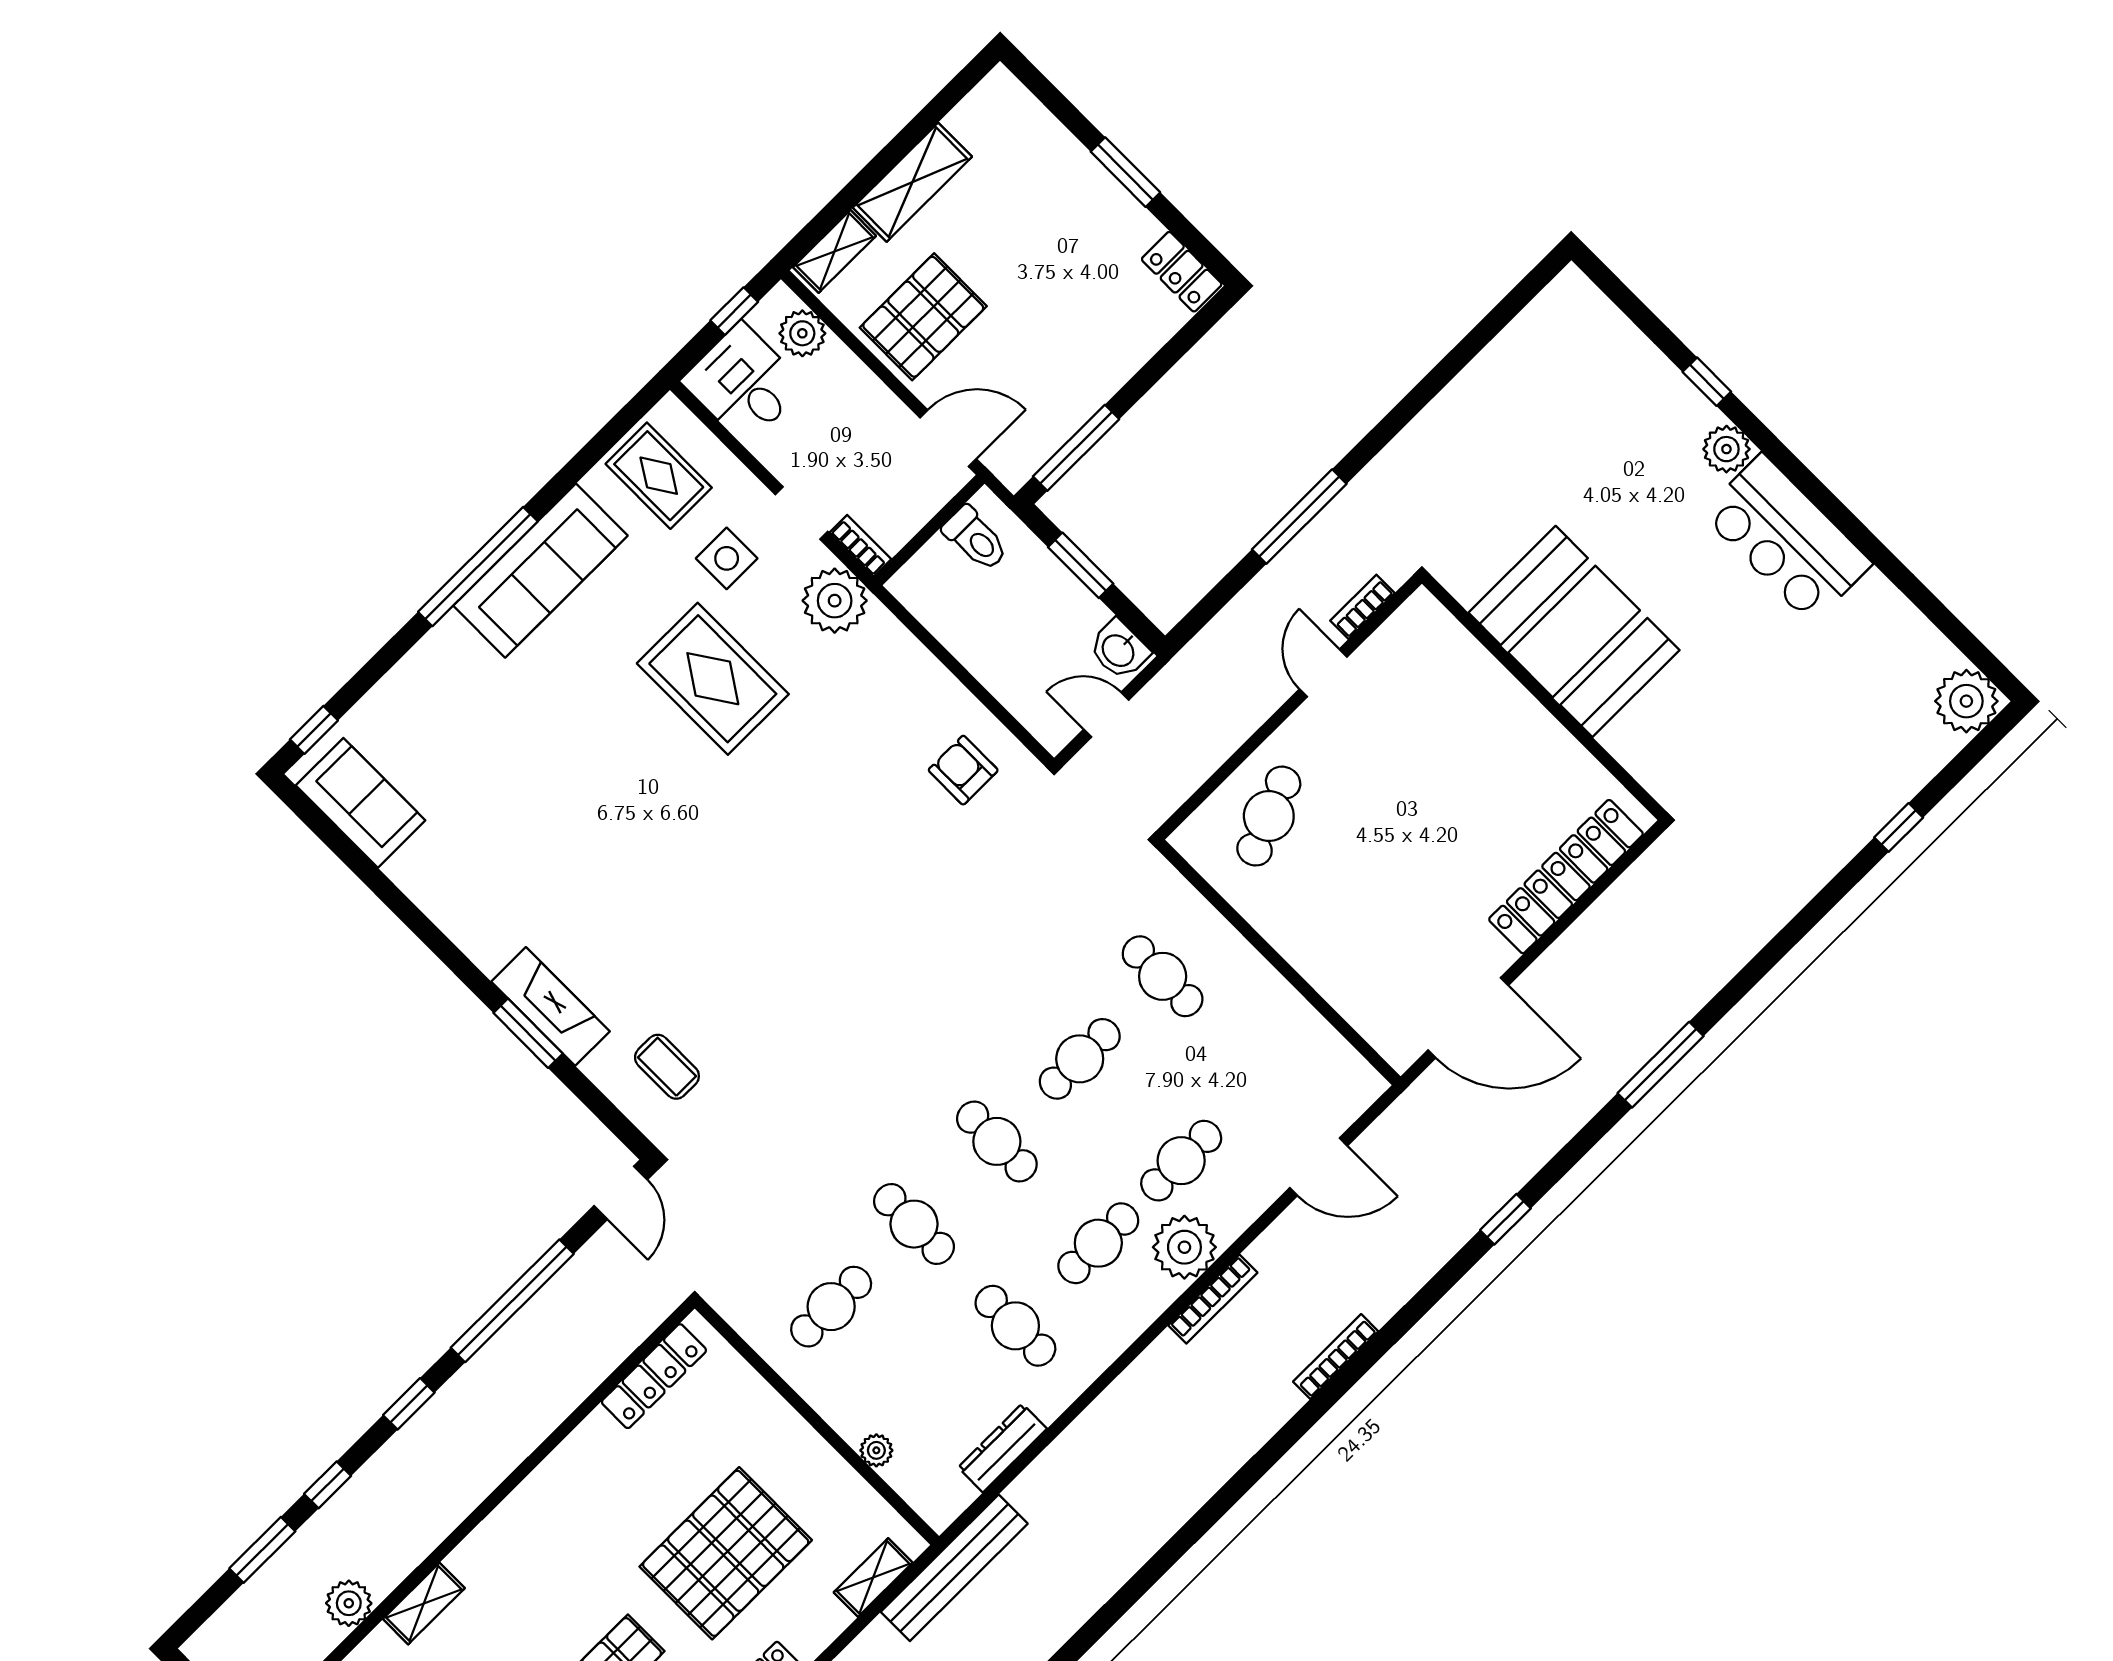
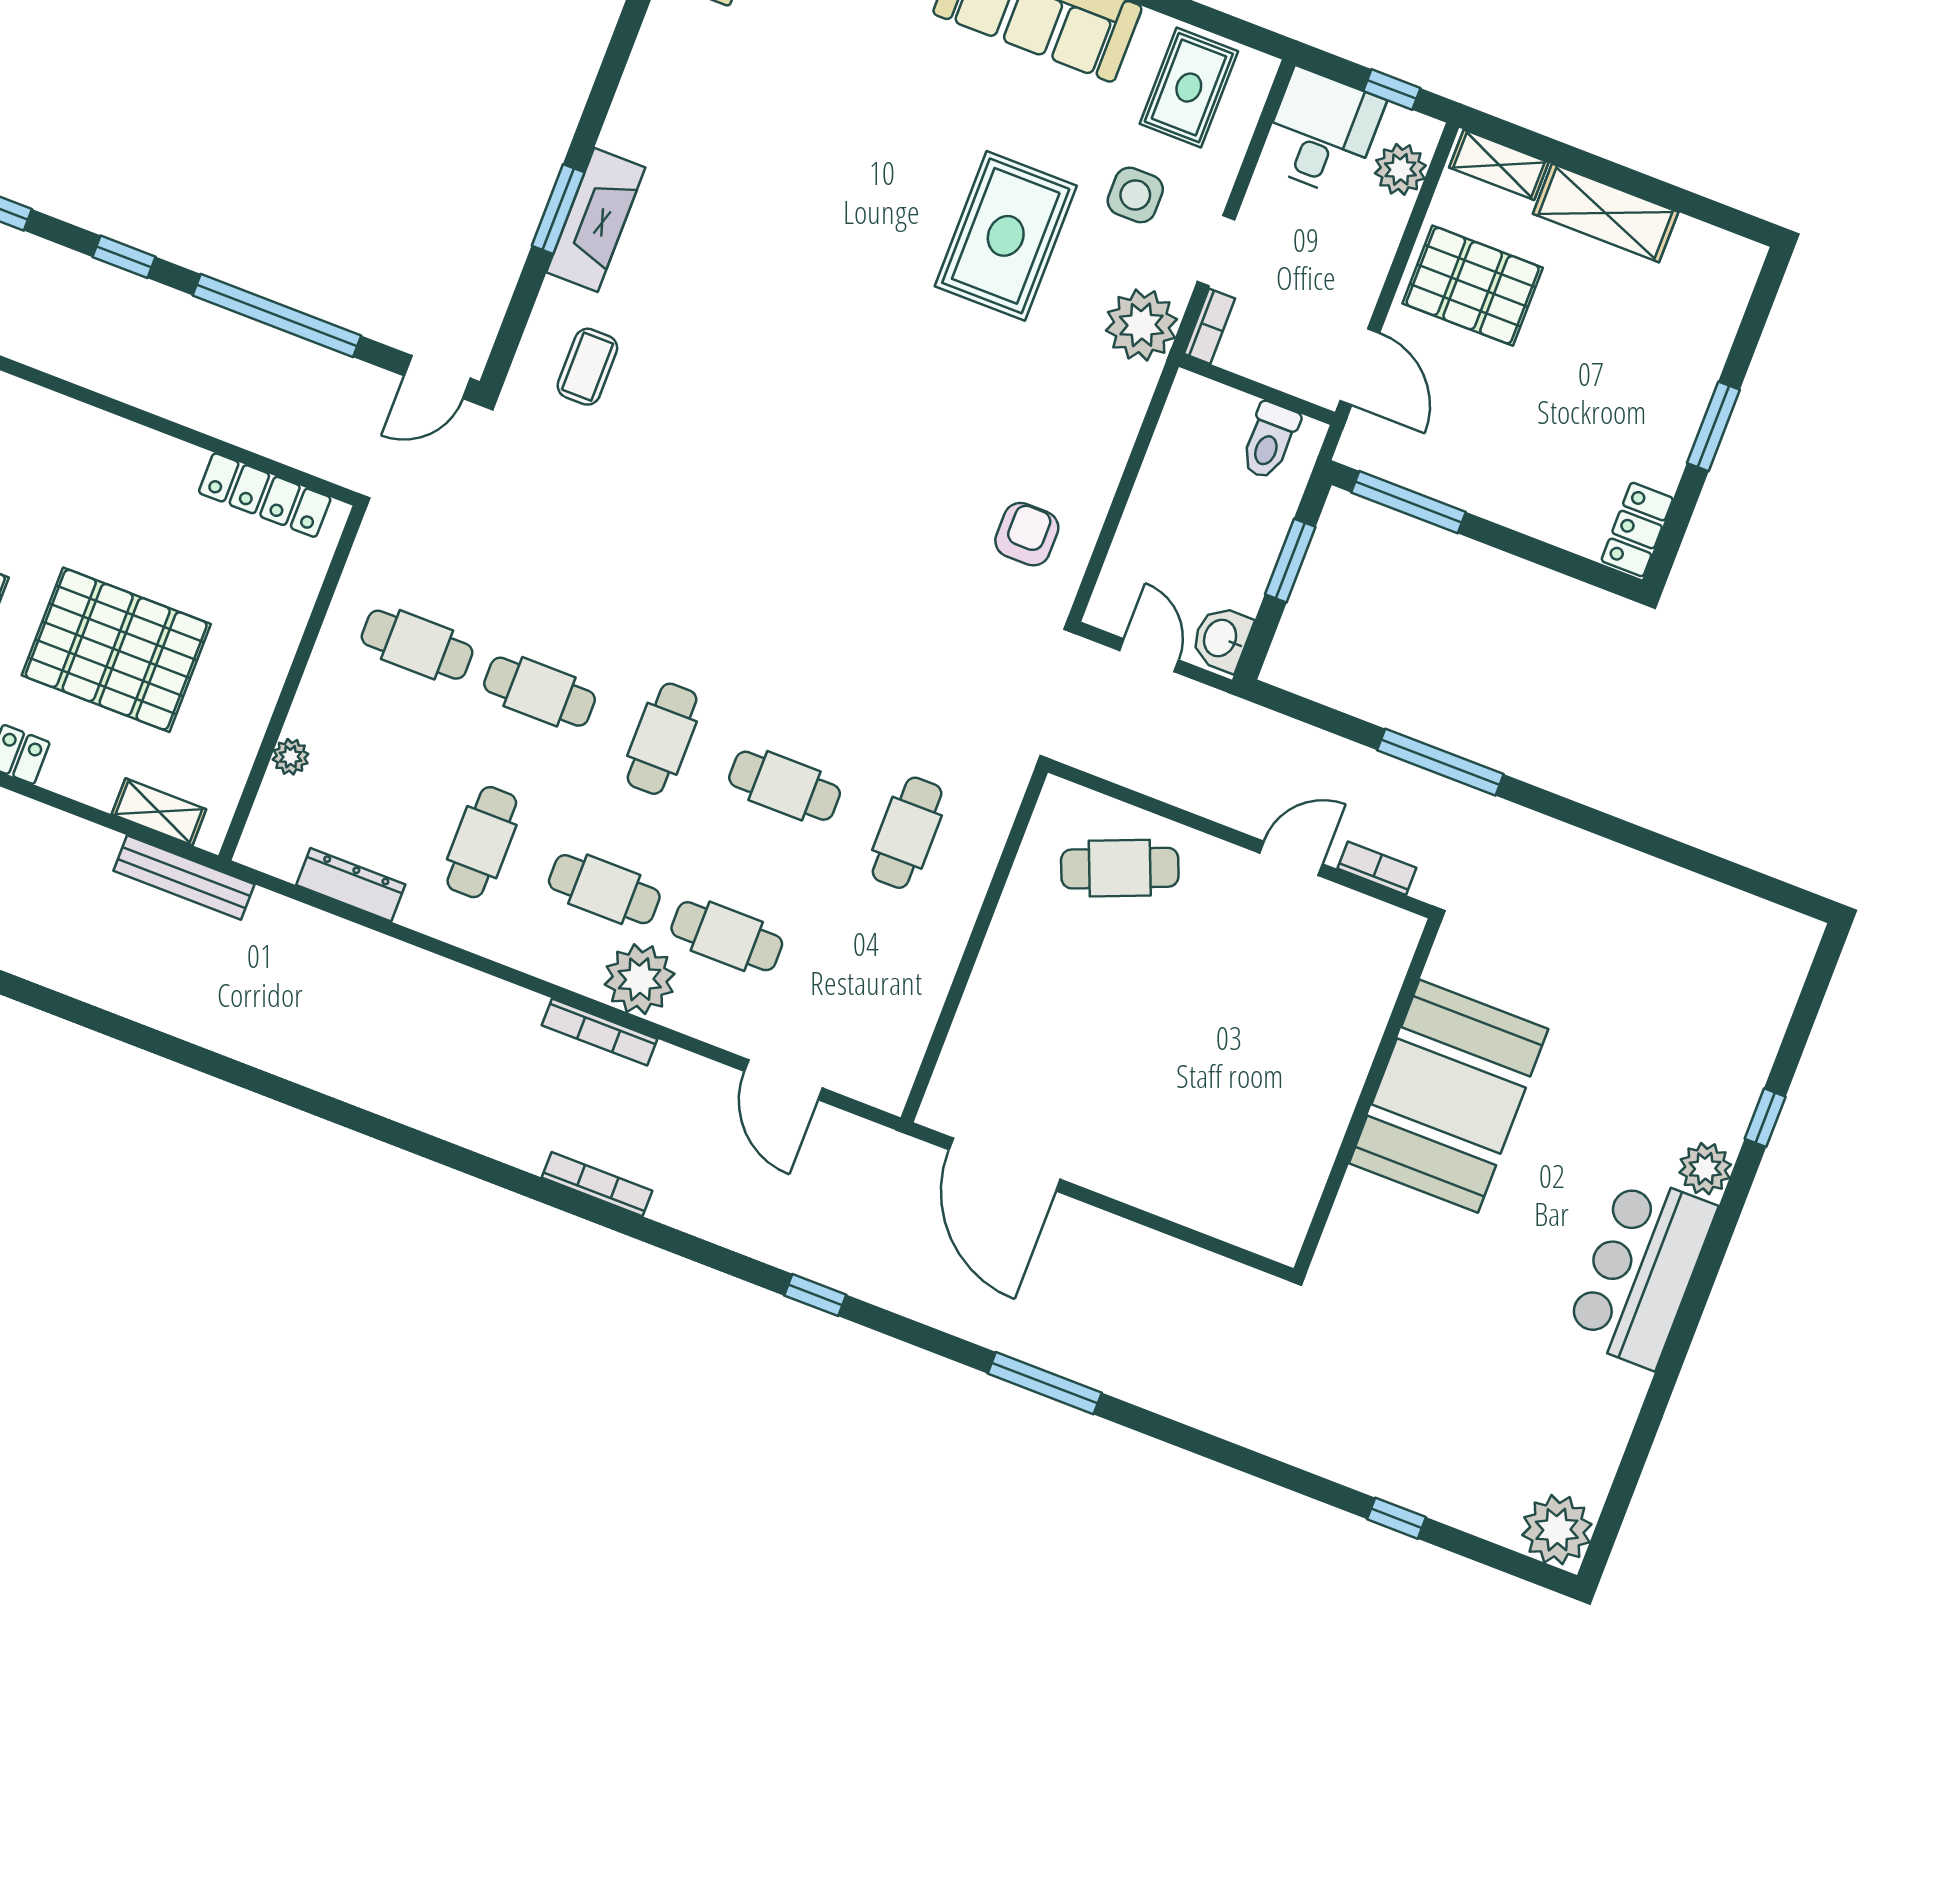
locker: (1566, 877) -> (1194, 1200), removed
cafe table: (914, 1224) -> (540, 692), turned 90
bench: (954, 1568) -> (184, 878), width x0.73, depth x0.82

